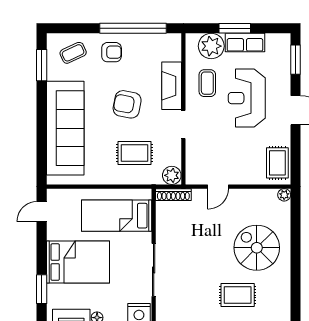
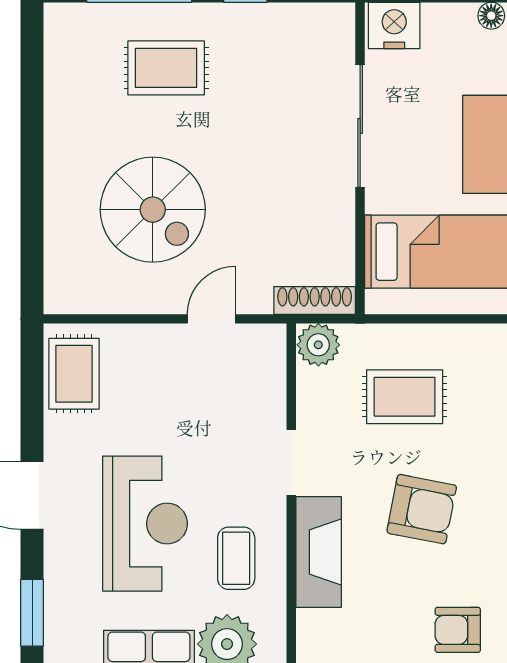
plant: (284, 195) -> (58, 300), removed
spiral stairs: (257, 248) -> (153, 210), moved

